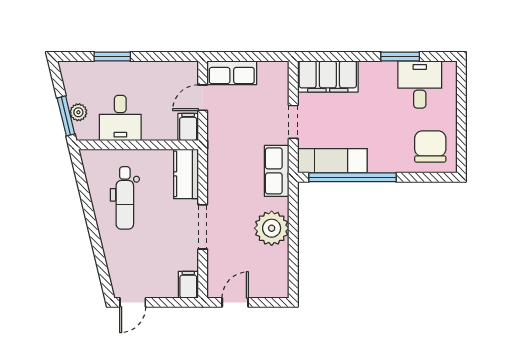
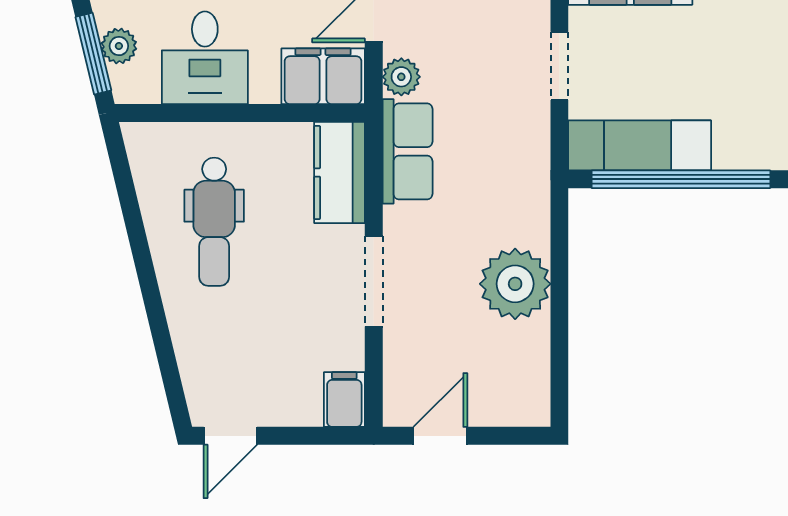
filing cabinet: (188, 127) -> (323, 76), width x2.00
plant: (216, 127) -> (401, 77), added
row of seats: (277, 171) -> (408, 151), moved, turned 180

